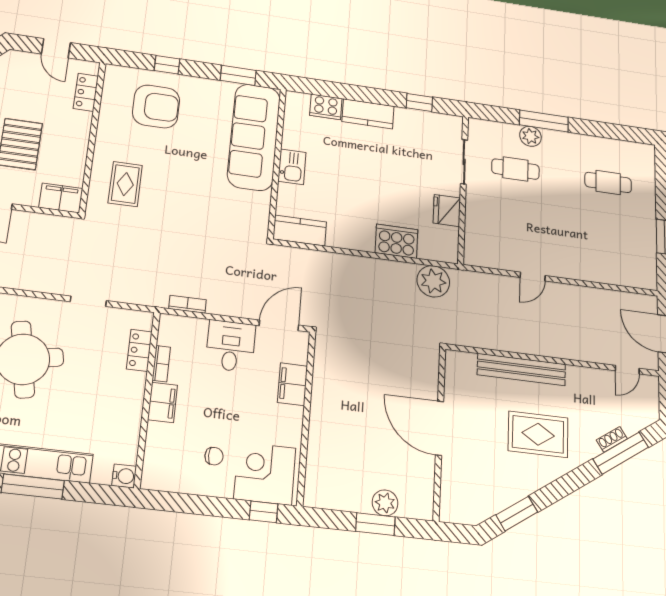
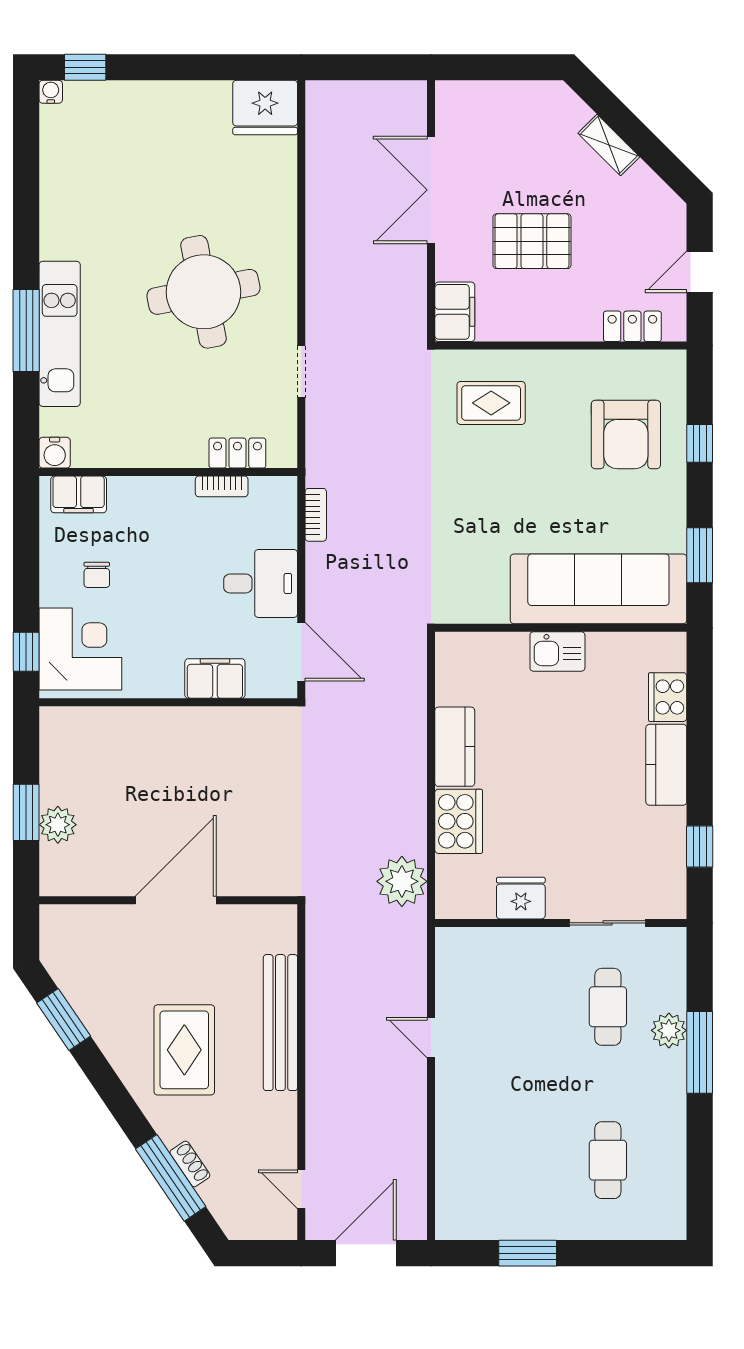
kitchen counter: (300, 230) -> (455, 747), moved
filing cabinet: (163, 402) -> (79, 494), moved

